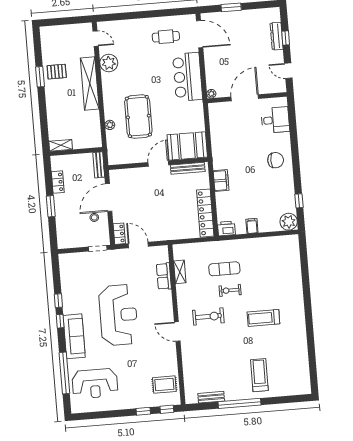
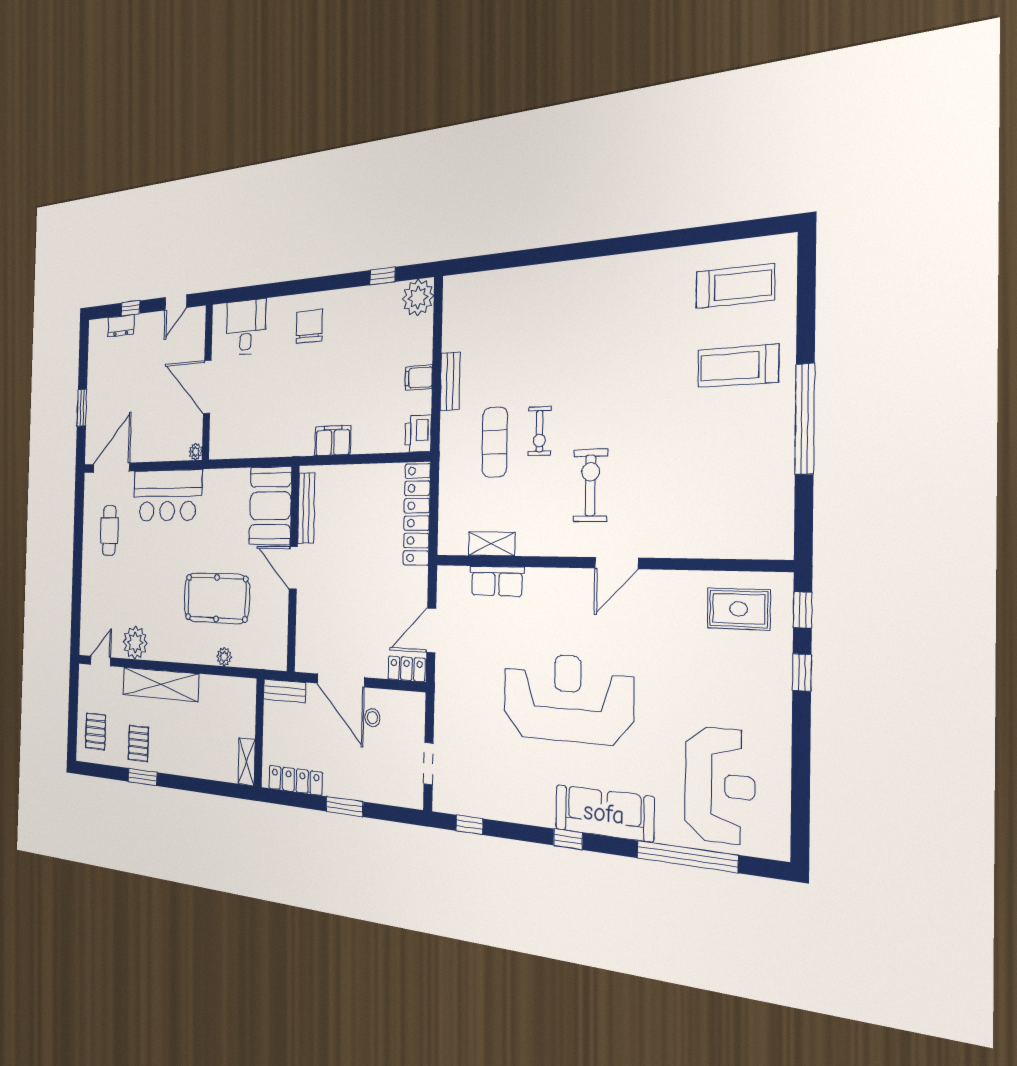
dresser: (277, 36) -> (121, 326), width x0.70
pallet: (58, 39) -> (96, 731), added
locker: (58, 182) -> (295, 780), width x1.53
locker: (205, 213) -> (417, 514), moved, turned 90
doorway: (98, 248) -> (429, 764), moved
window: (58, 301) -> (469, 825), moved
treadmill: (263, 318) -> (735, 286), moved, turned -90
rug: (164, 385) -> (739, 609), turned 90
bench: (211, 397) -> (450, 381), moved

